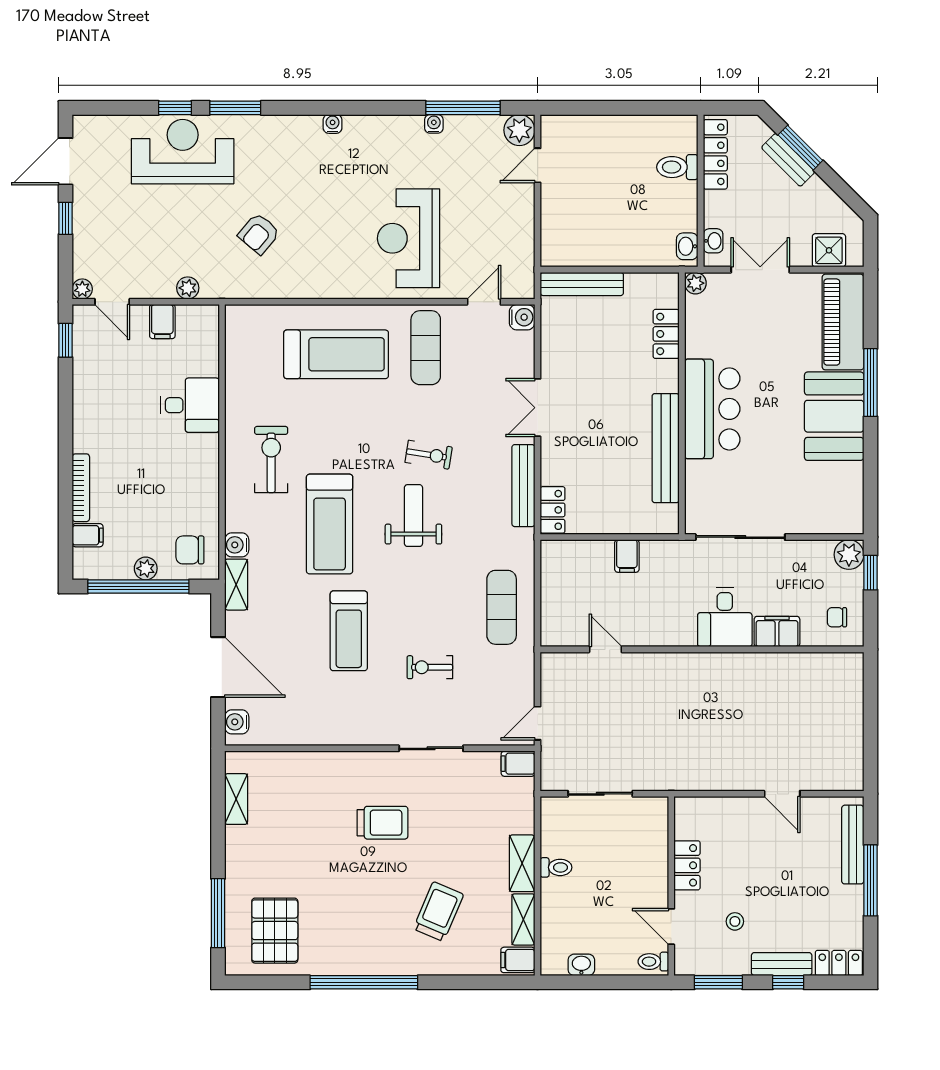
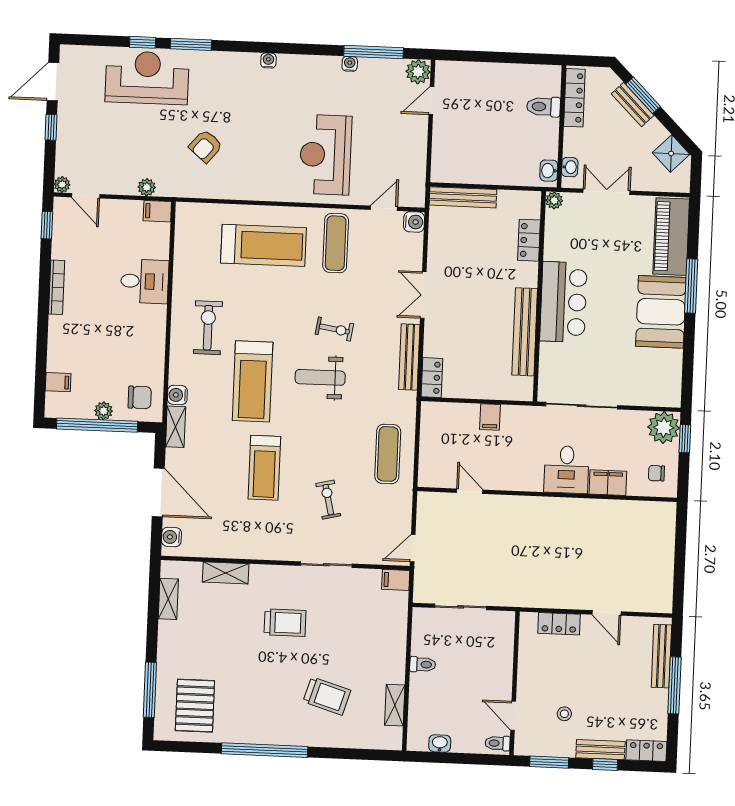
shower: (829, 250) -> (671, 153), moved, turned 45
filing cabinet: (162, 322) -> (157, 211), moved, turned 90
bookcase: (81, 488) -> (57, 287), moved
weight bench: (413, 516) -> (320, 377), turned -90
chair: (190, 550) -> (140, 397), turned 180
plant: (849, 555) -> (664, 427), width x1.36, depth x1.36
exercise bike: (430, 667) -> (328, 500), turned 77
shelving: (522, 863) -> (226, 573), moved, turned 90
locker: (687, 865) -> (559, 624), moved, turned 90
trolley: (438, 912) -> (327, 696), turned 84
filing cabinet: (518, 960) -> (389, 737), removed

